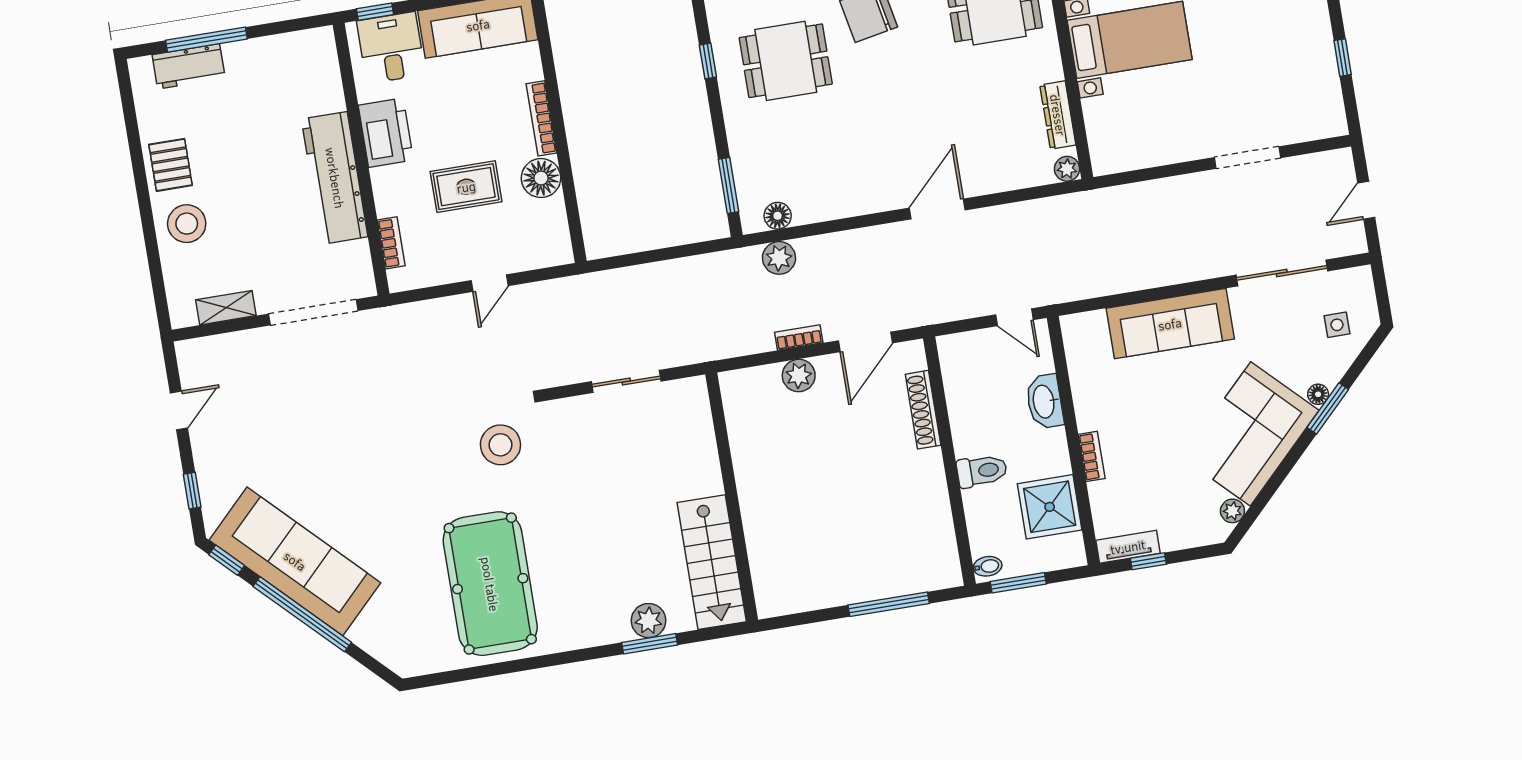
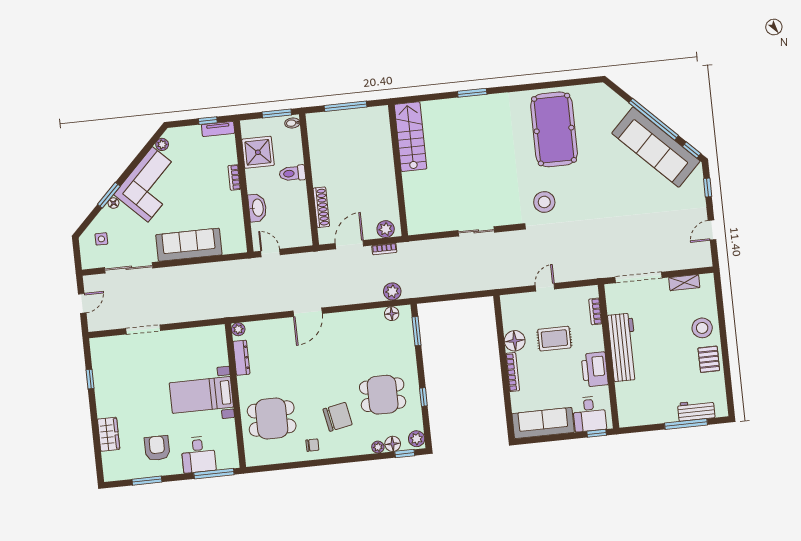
wall: (732, 497) -> (398, 170), moved
stairs: (712, 562) -> (411, 137), moved
plant: (648, 621) -> (472, 105), removed

